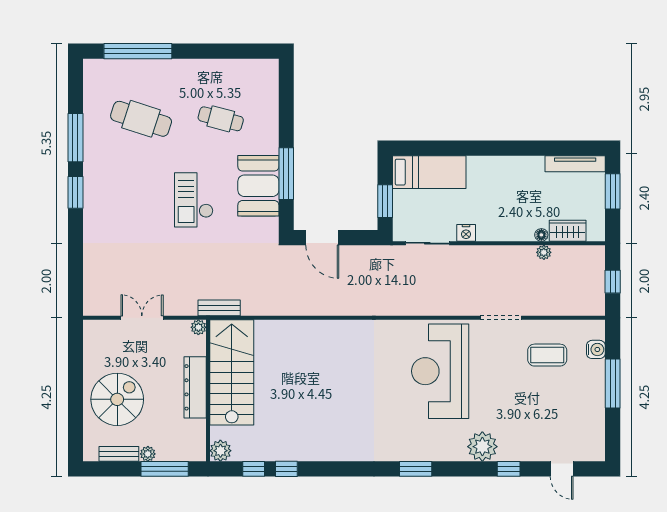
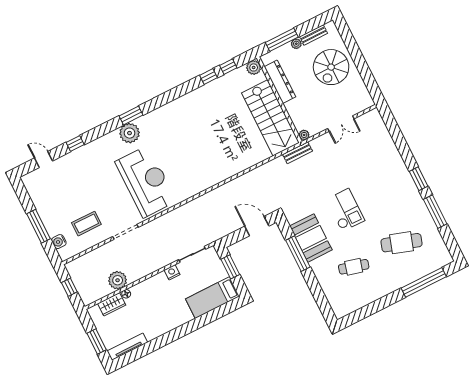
plant: (544, 252) -> (118, 280), width x1.87, depth x1.87
dresser: (195, 387) -> (280, 82), moved
plant: (482, 447) -> (130, 133), moved

